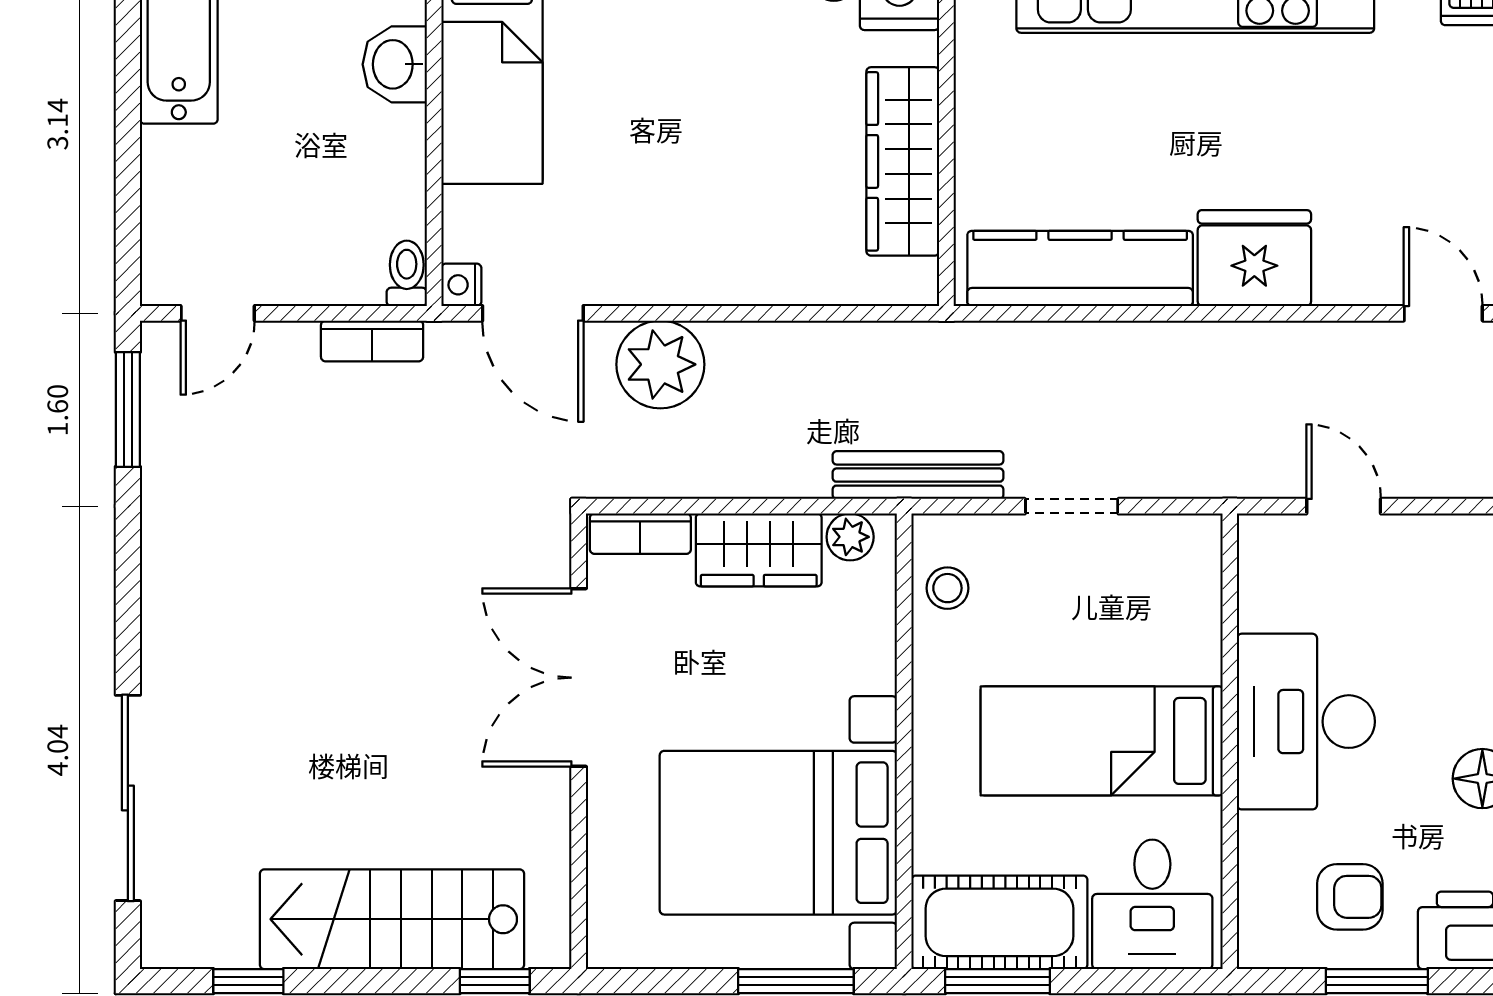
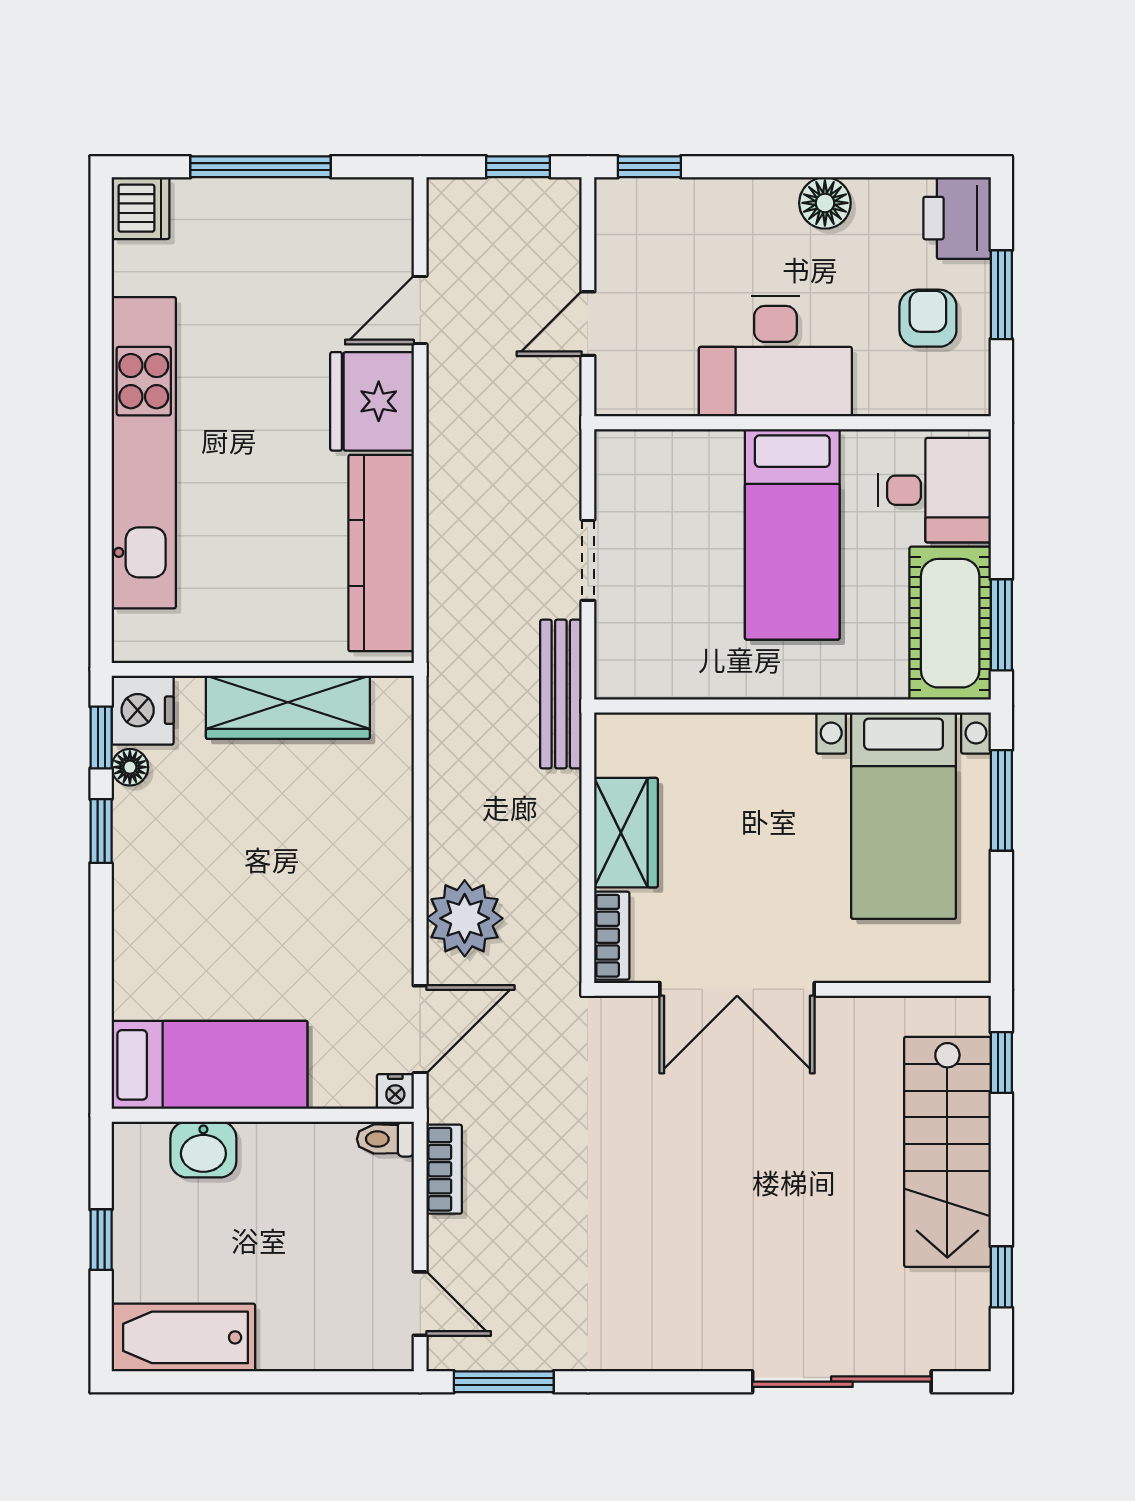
door: (1443, 313) -> (420, 310), moved
plant: (850, 537) -> (615, 753), removed
stool: (947, 588) -> (659, 668), removed
bed with nightstands: (778, 833) -> (904, 816), width x0.73

